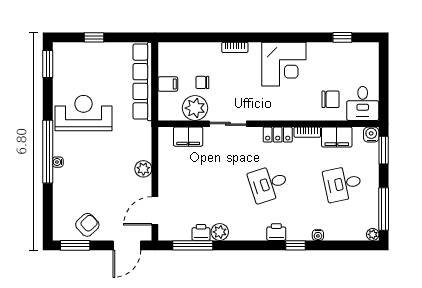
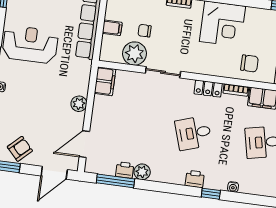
chair: (331, 99) -> (249, 63), moved
filing cabinet: (188, 137) -> (105, 81), moved, turned -90

